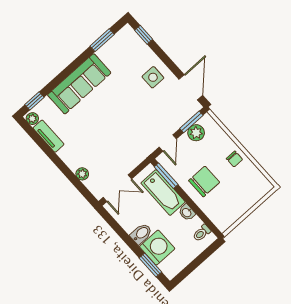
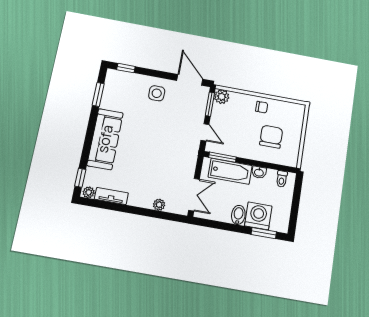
plant: (196, 133) -> (222, 97), moved
chair: (204, 181) -> (271, 137), moved

